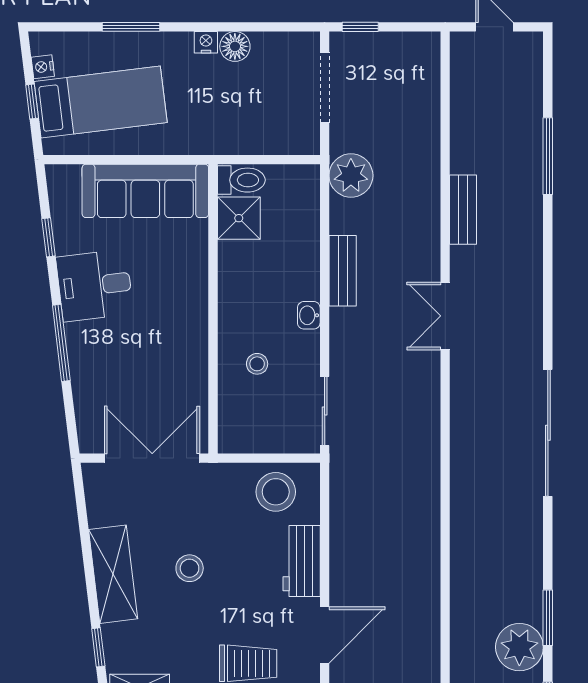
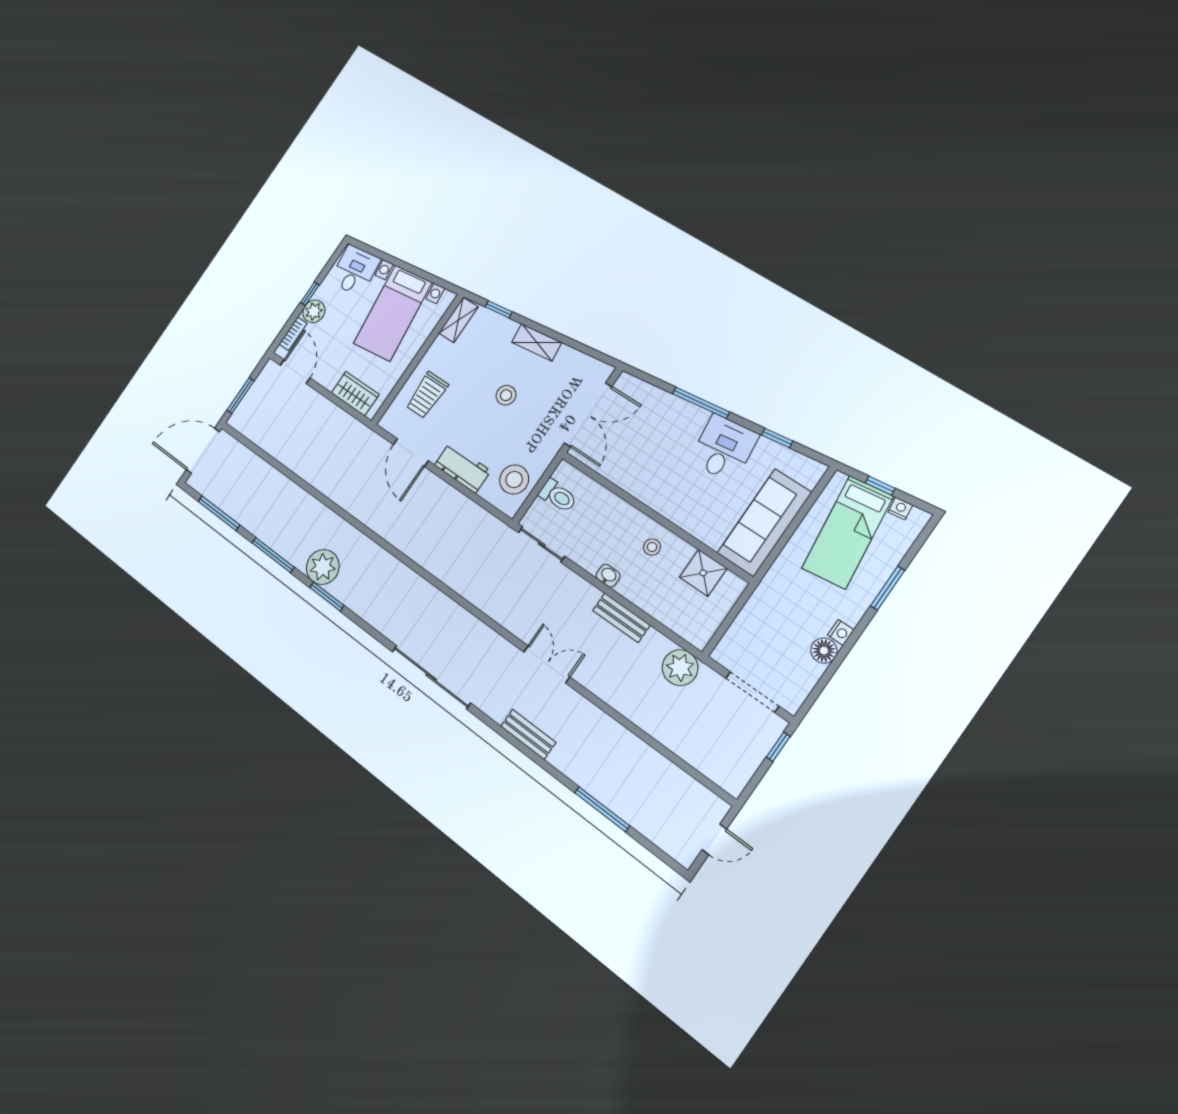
toilet: (241, 180) -> (558, 496), moved, turned -90
bench: (463, 210) -> (528, 734), moved
stool: (257, 364) -> (652, 547), moved
shelving: (113, 574) -> (537, 342), width x0.67, depth x0.75

